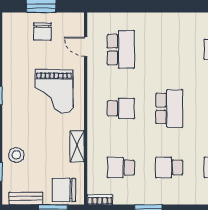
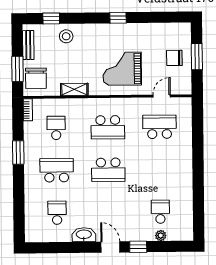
school desk: (121, 50) -> (159, 127), turned 180
school desk: (121, 108) -> (108, 127), width x1.85
school desk: (169, 167) -> (57, 170), width x1.85
chair: (64, 190) -> (36, 78), turned 180

